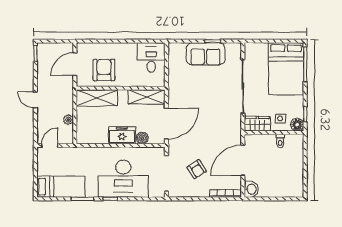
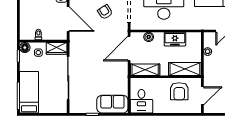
sofa: (206, 54) -> (112, 104), moved
bed: (286, 69) -> (29, 92), width x0.67
freezer: (122, 135) -> (175, 39), moved
door: (243, 160) -> (68, 19), hinge flipped

